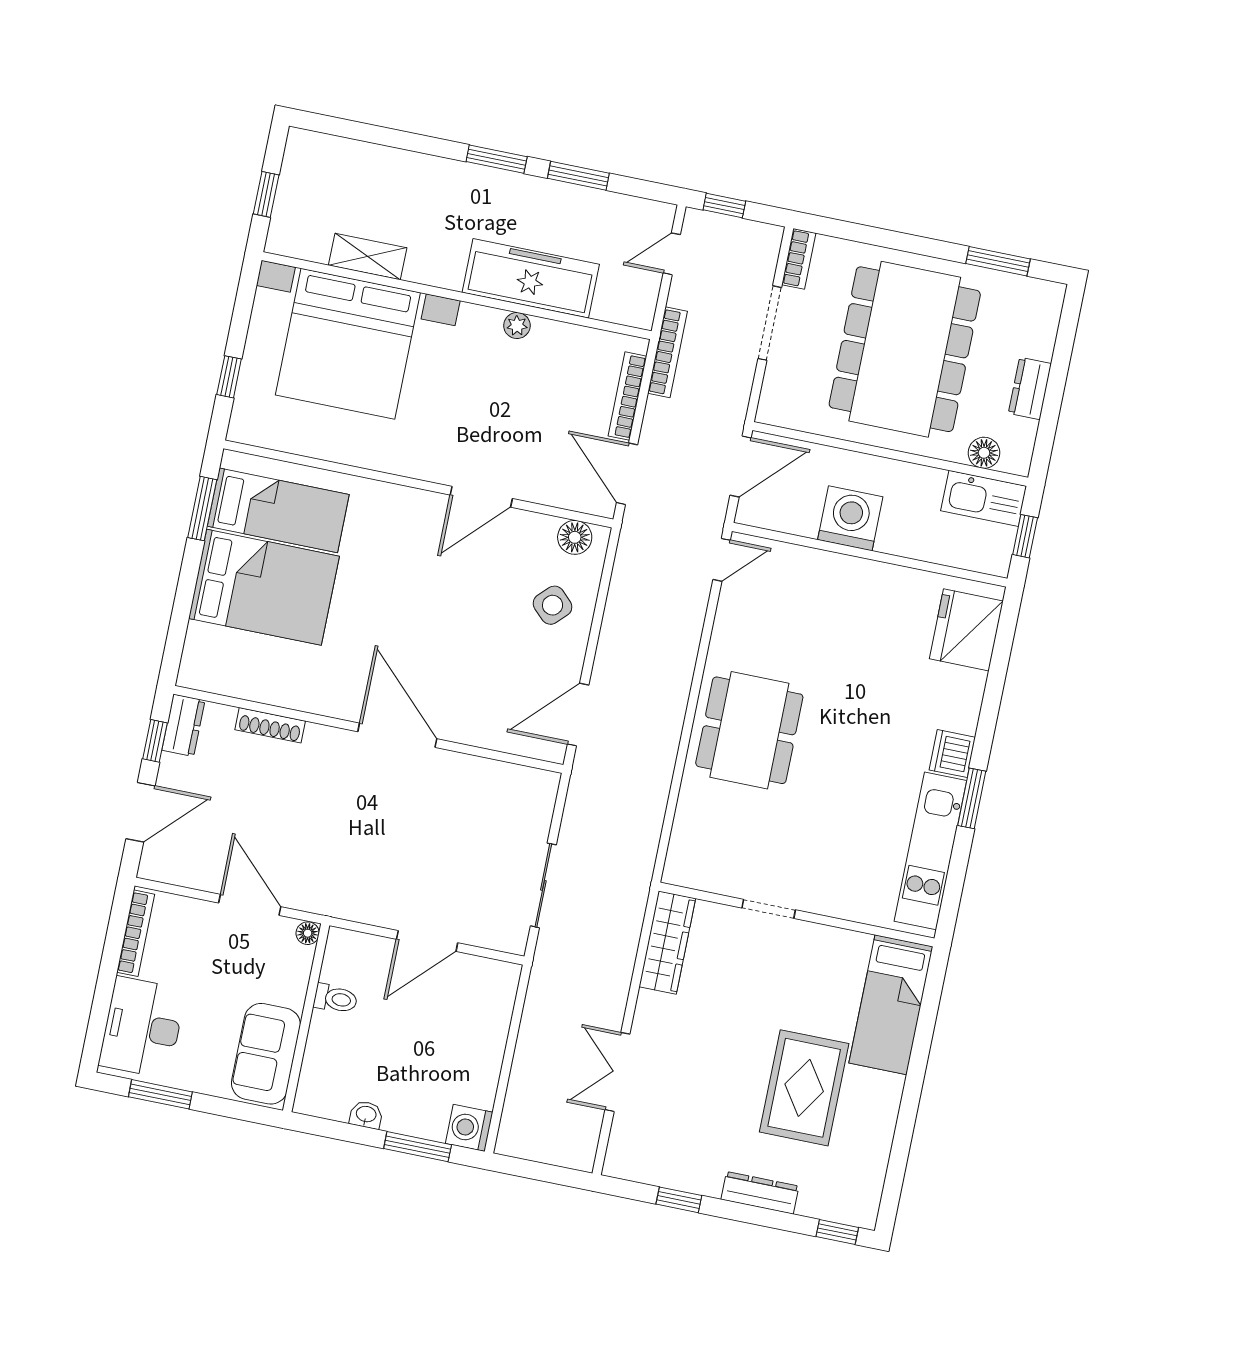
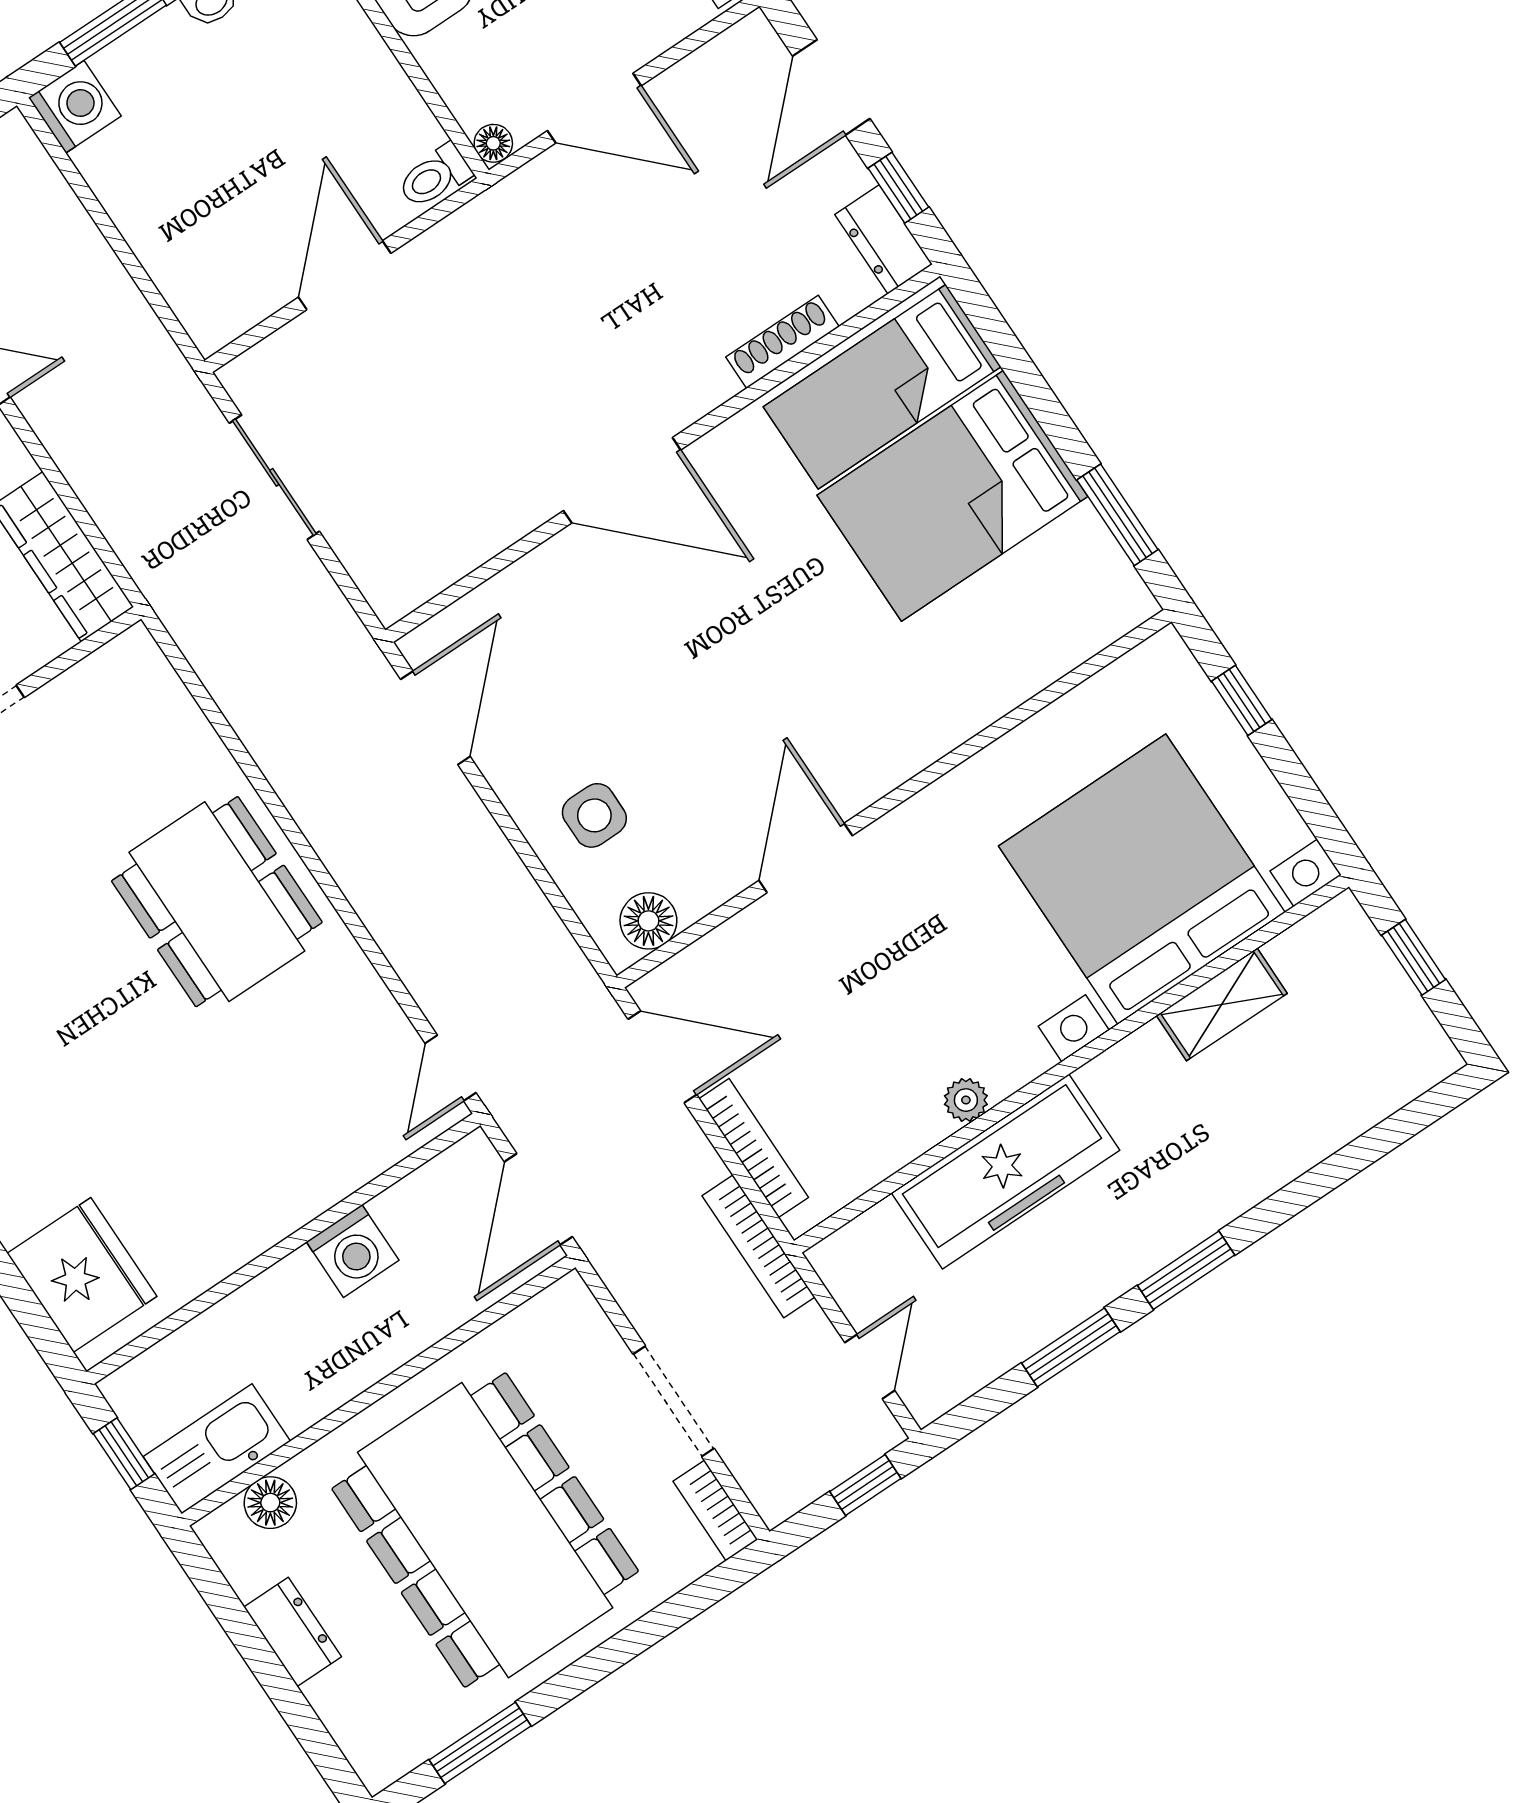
bed: (278, 510) -> (882, 387), moved
washing machine: (850, 518) -> (353, 1251), width x0.73, depth x0.73
side table: (553, 605) -> (594, 815), turned 45
toilet: (336, 999) -> (435, 176), moved

